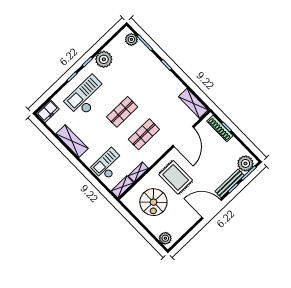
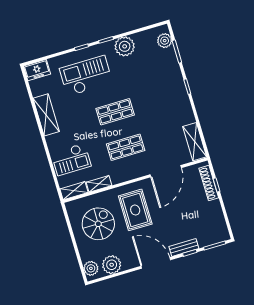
plant: (245, 163) -> (112, 265), moved
checkout: (108, 165) -> (71, 159), turned 180
bench: (230, 183) -> (184, 247), width x0.73
spiral stairs: (153, 202) -> (98, 224), turned 180

